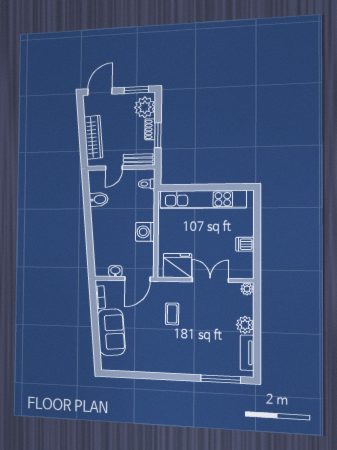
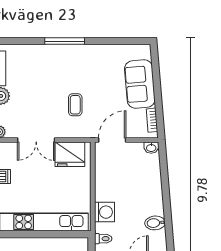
washing machine: (145, 232) -> (104, 212), moved
washbasin: (115, 271) -> (151, 148), moved
window: (221, 379) -> (65, 41), moved

